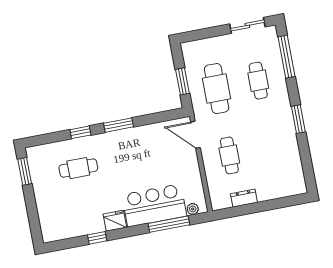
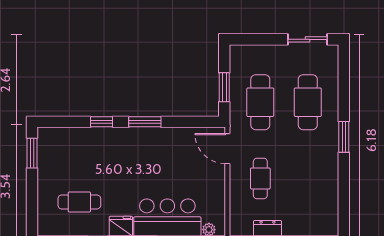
window: (286, 57) -> (344, 82), removed
cafe table: (258, 81) -> (308, 102), width x1.37, depth x1.35
window: (298, 119) -> (344, 137), moved
cafe table: (78, 168) -> (79, 202), moved

